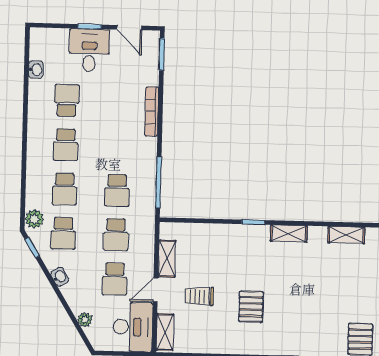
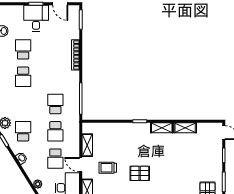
school desk: (64, 189) -> (23, 104), removed
school desk: (117, 190) -> (55, 104), turned 180
school desk: (63, 233) -> (23, 131), turned 180
shelving: (346, 235) -> (185, 128), moved
door: (156, 290) -> (81, 165), hinge flipped
pallet: (251, 307) -> (140, 173), turned 90

